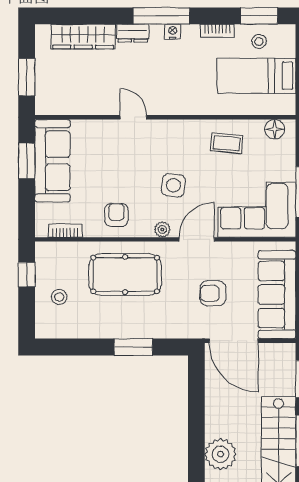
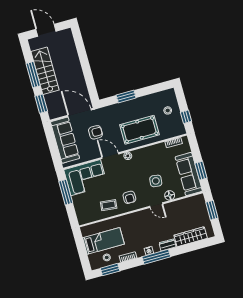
floor lamp: (275, 129) -> (170, 195), moved
side table: (173, 185) -> (156, 181), moved
armchair: (116, 215) -> (129, 197), moved
door: (197, 239) -> (110, 156), swing flipped
plant: (221, 454) -> (71, 57), removed

